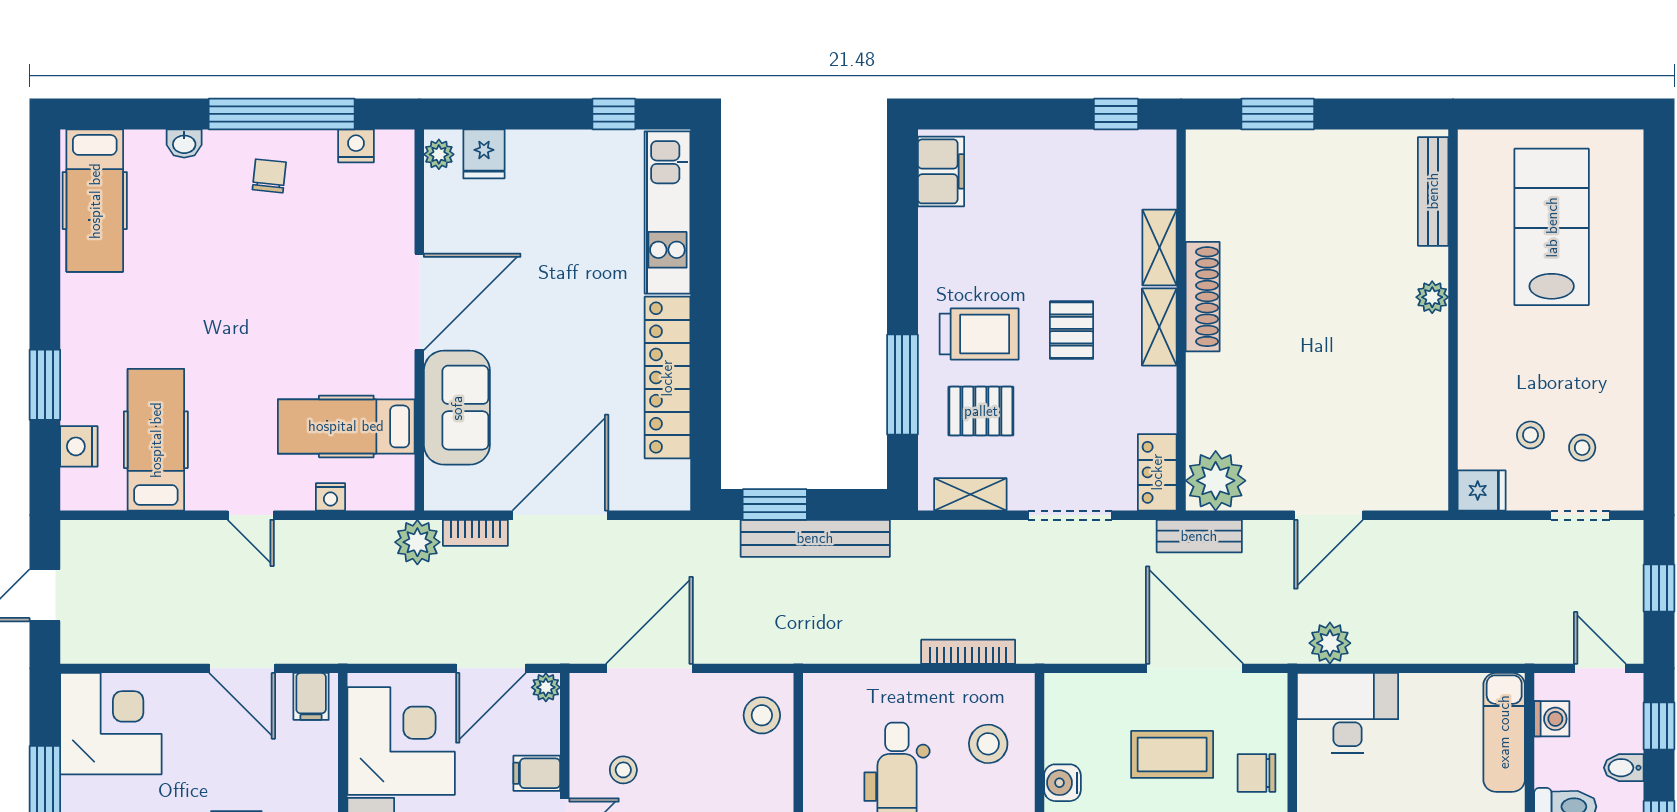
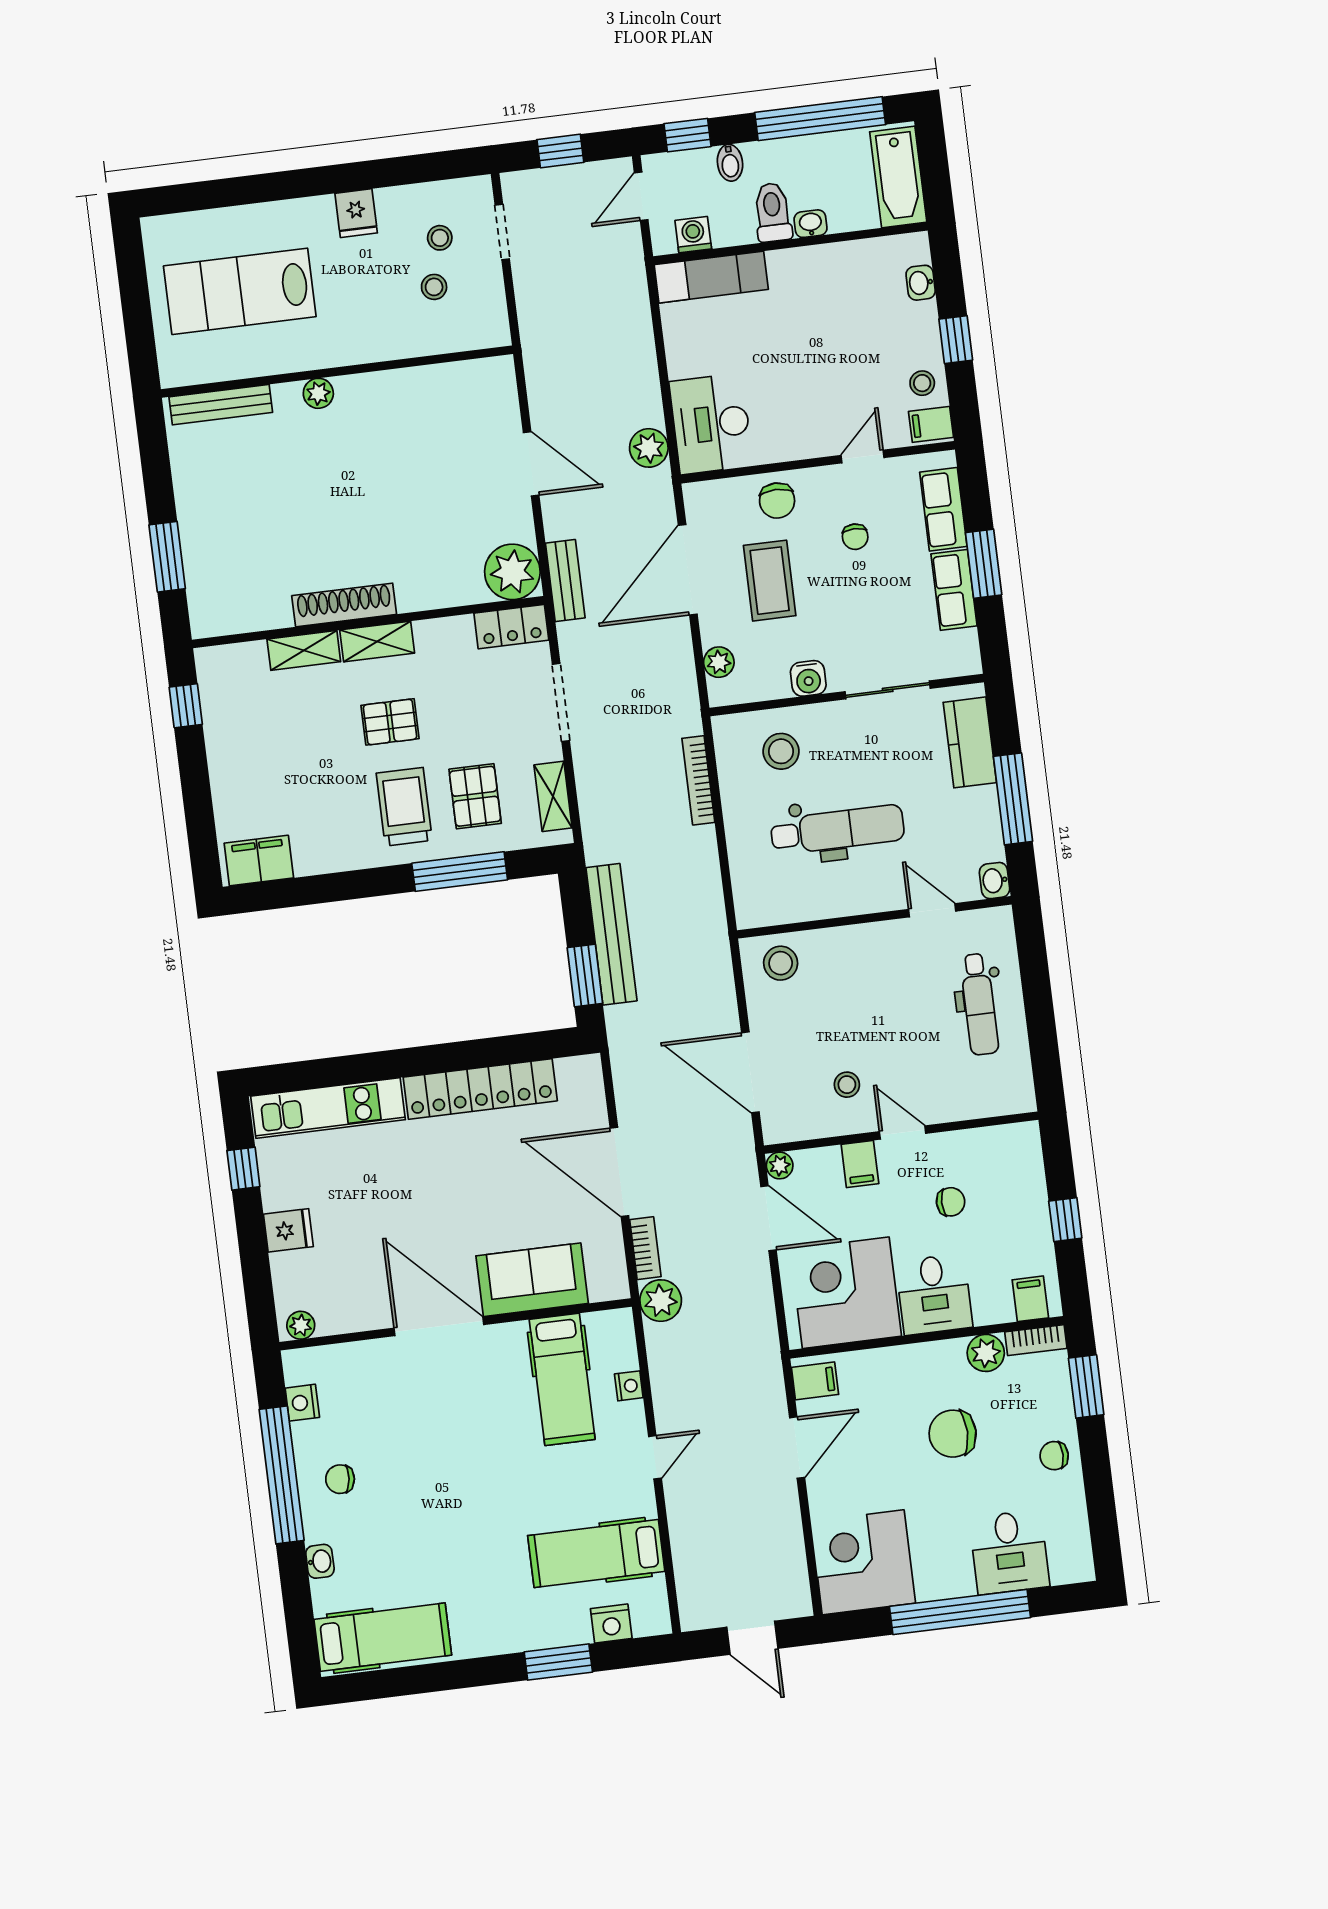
fridge: (484, 154) -> (288, 1230), moved
fridge: (1482, 490) -> (356, 213), moved, turned 180
plant: (1092, 689) -> (719, 662), added

